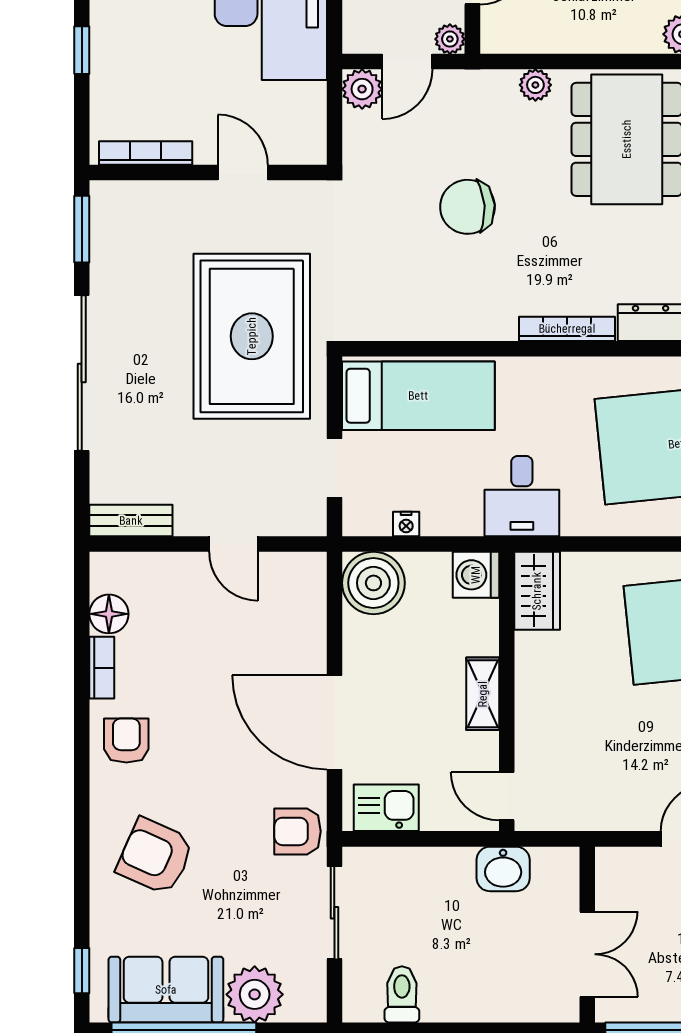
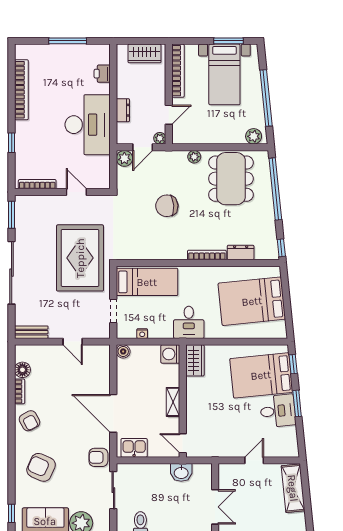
boiler: (373, 583) -> (123, 351), width x0.54, depth x0.54
armchair: (126, 741) -> (29, 421), turned 152

